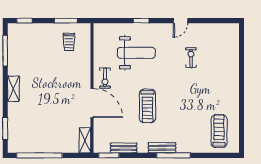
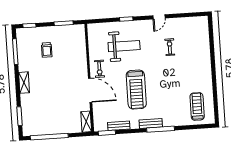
trolley: (69, 42) -> (47, 50), moved
treadmill: (147, 106) -> (136, 90), width x1.37, depth x1.38

